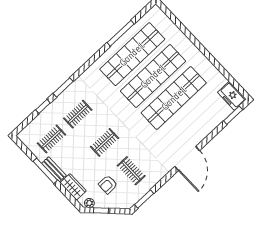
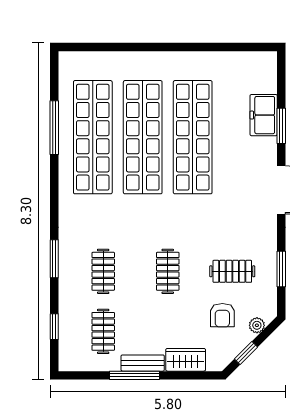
freezer: (232, 96) -> (264, 115), moved, turned 90
window: (43, 106) -> (54, 327), moved
window: (233, 115) -> (281, 126), moved
window: (144, 199) -> (281, 269), moved
plant: (89, 203) -> (257, 325), moved

